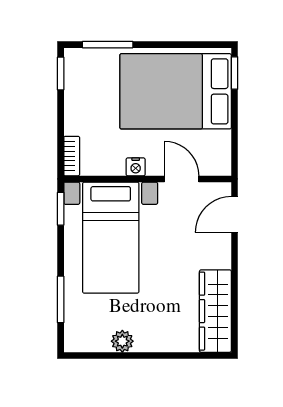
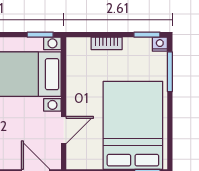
bookcase: (72, 156) -> (107, 43), moved
nightstand: (136, 167) -> (160, 44), moved, turned 90

